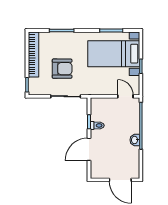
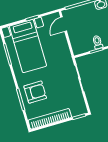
armchair: (62, 69) -> (35, 92), moved, turned 90

